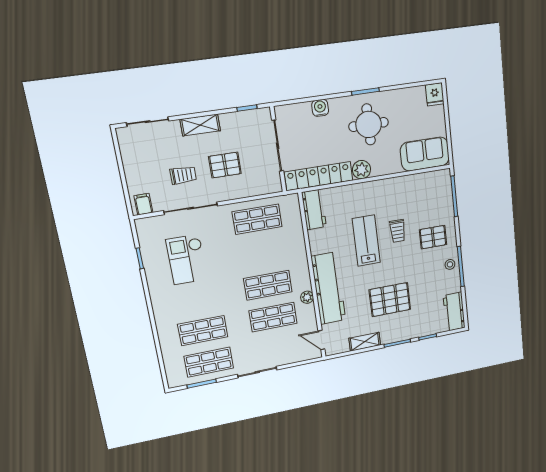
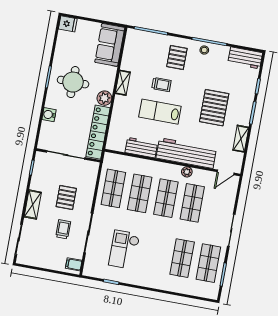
shelving: (386, 185) -> (123, 83), added
workbench: (314, 210) -> (141, 148), moved
shop shelf: (263, 253) -> (140, 193), added
checkout: (187, 259) -> (124, 250), turned 90

